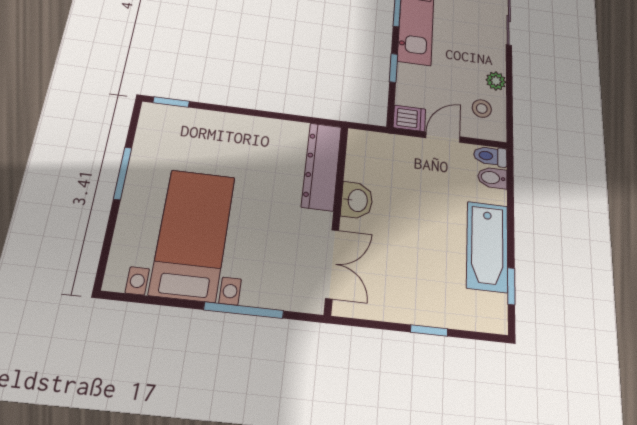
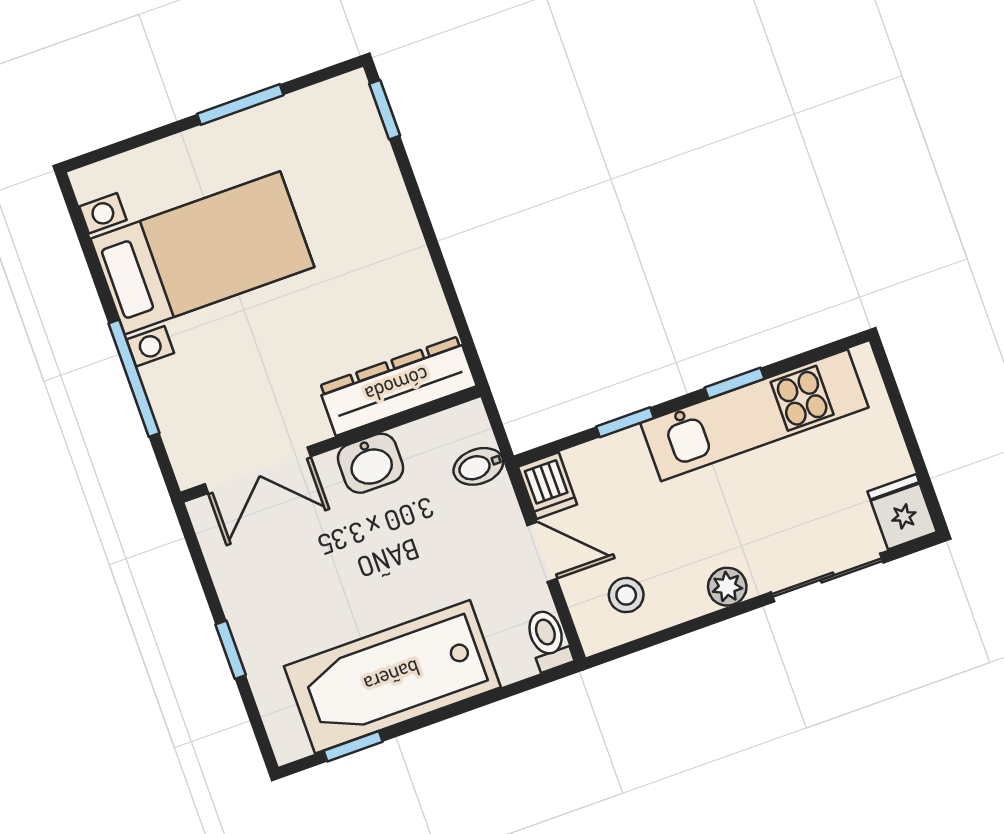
plant: (496, 81) -> (727, 587), moved
bidet: (492, 178) -> (478, 466), moved, turned -90
bathtub: (487, 246) -> (392, 677), width x1.36, depth x1.36

